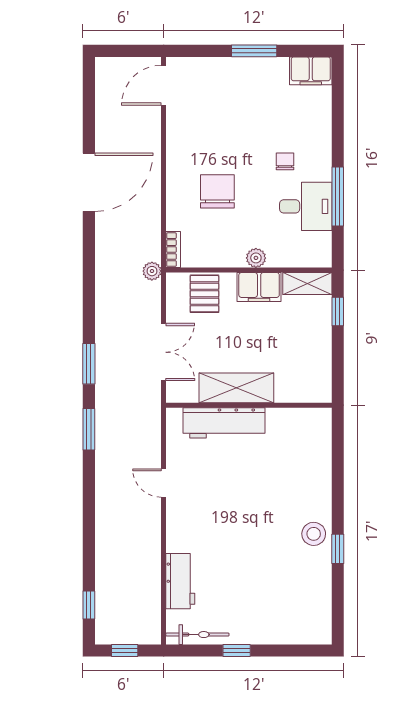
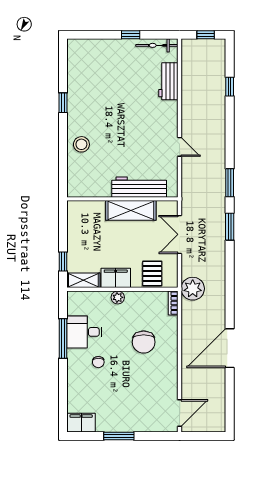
plant: (152, 271) -> (193, 289), width x1.88, depth x1.88
stool: (314, 534) -> (81, 144), moved
window: (89, 605) -> (230, 87), moved

